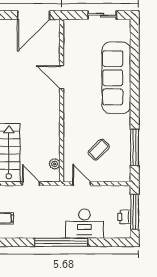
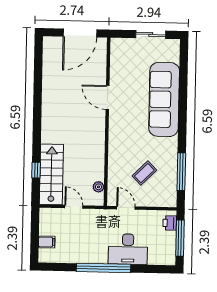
printer: (124, 217) -> (170, 223), moved

